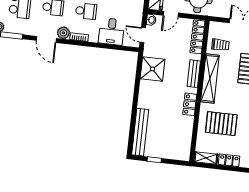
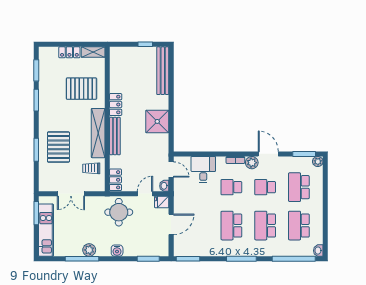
locker: (197, 37) -> (115, 180), width x0.66
shower: (153, 69) -> (157, 121), moved
bench: (194, 74) -> (115, 136), width x1.36

